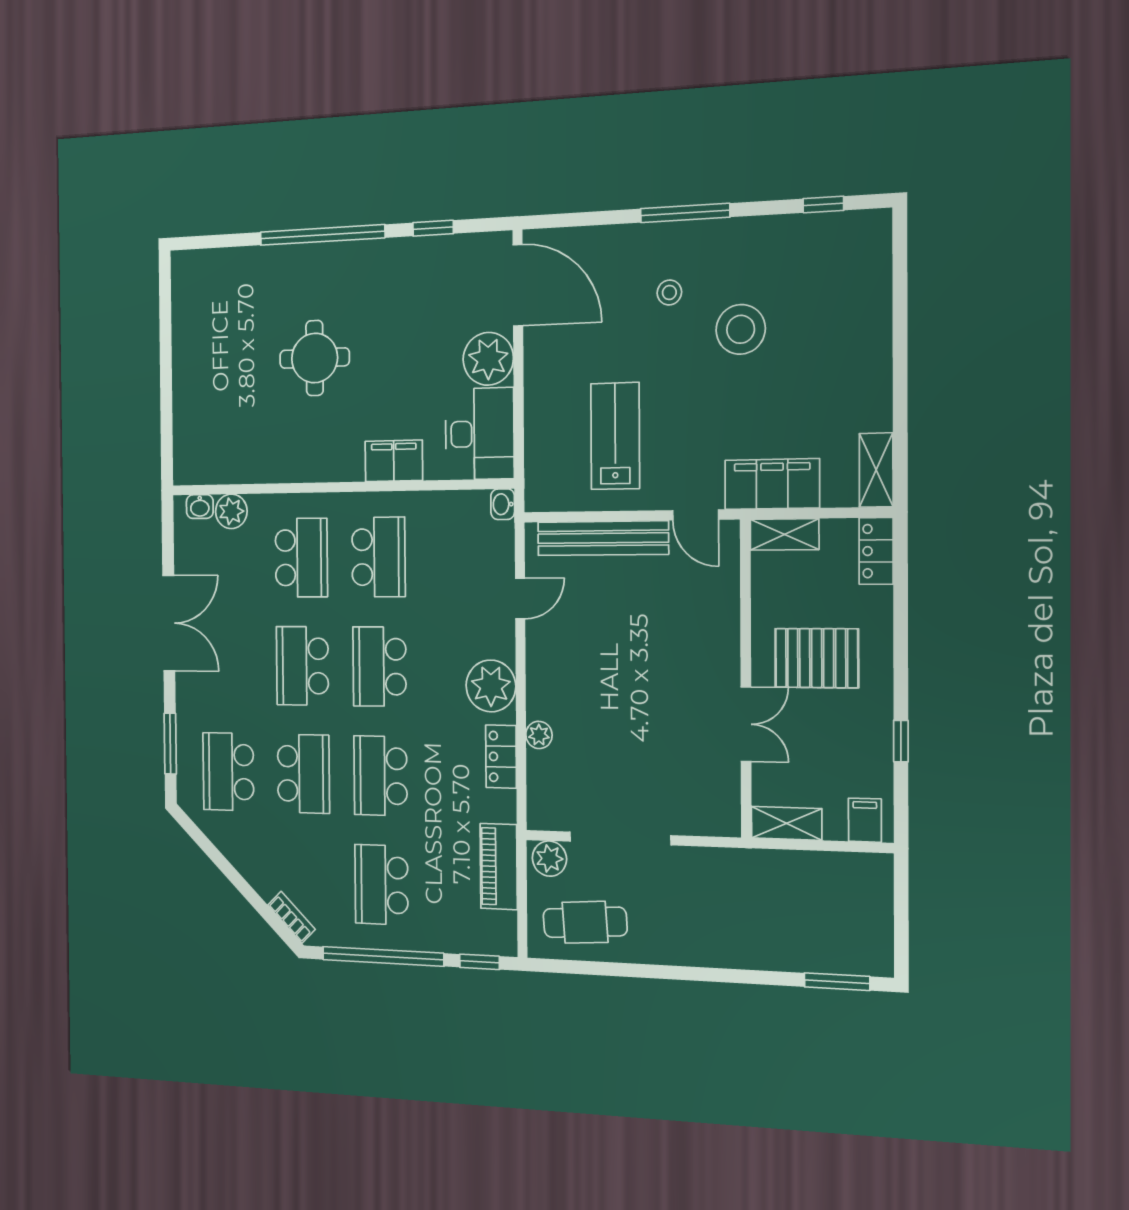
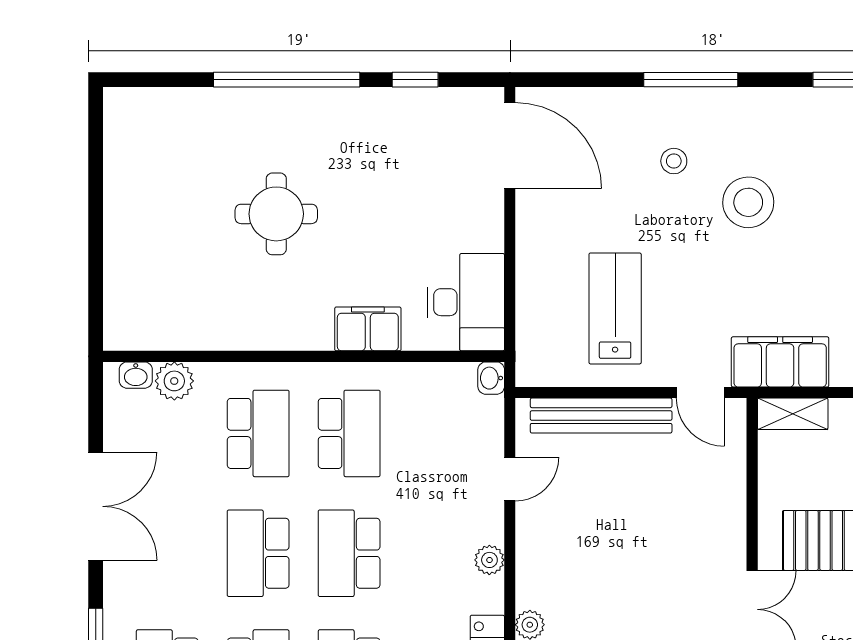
plant: (488, 359) -> (476, 222), removed
plant: (491, 686) -> (489, 560), width x0.53, depth x0.53

